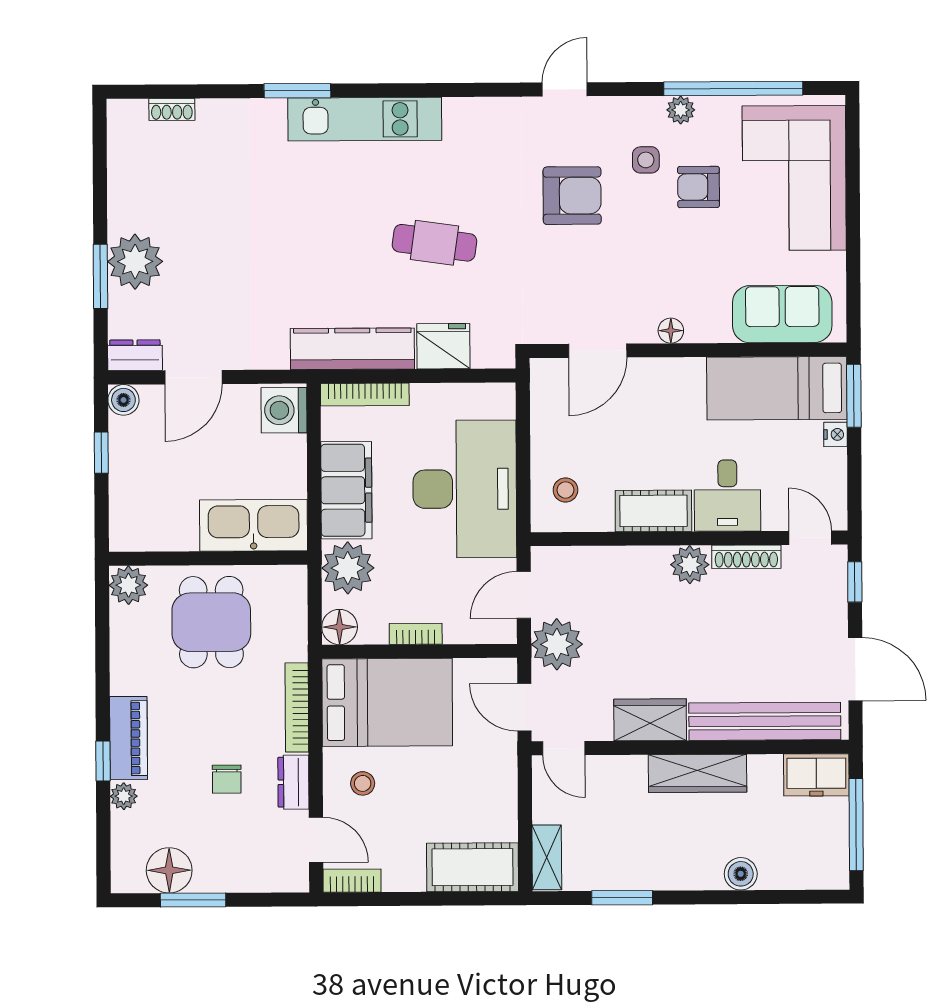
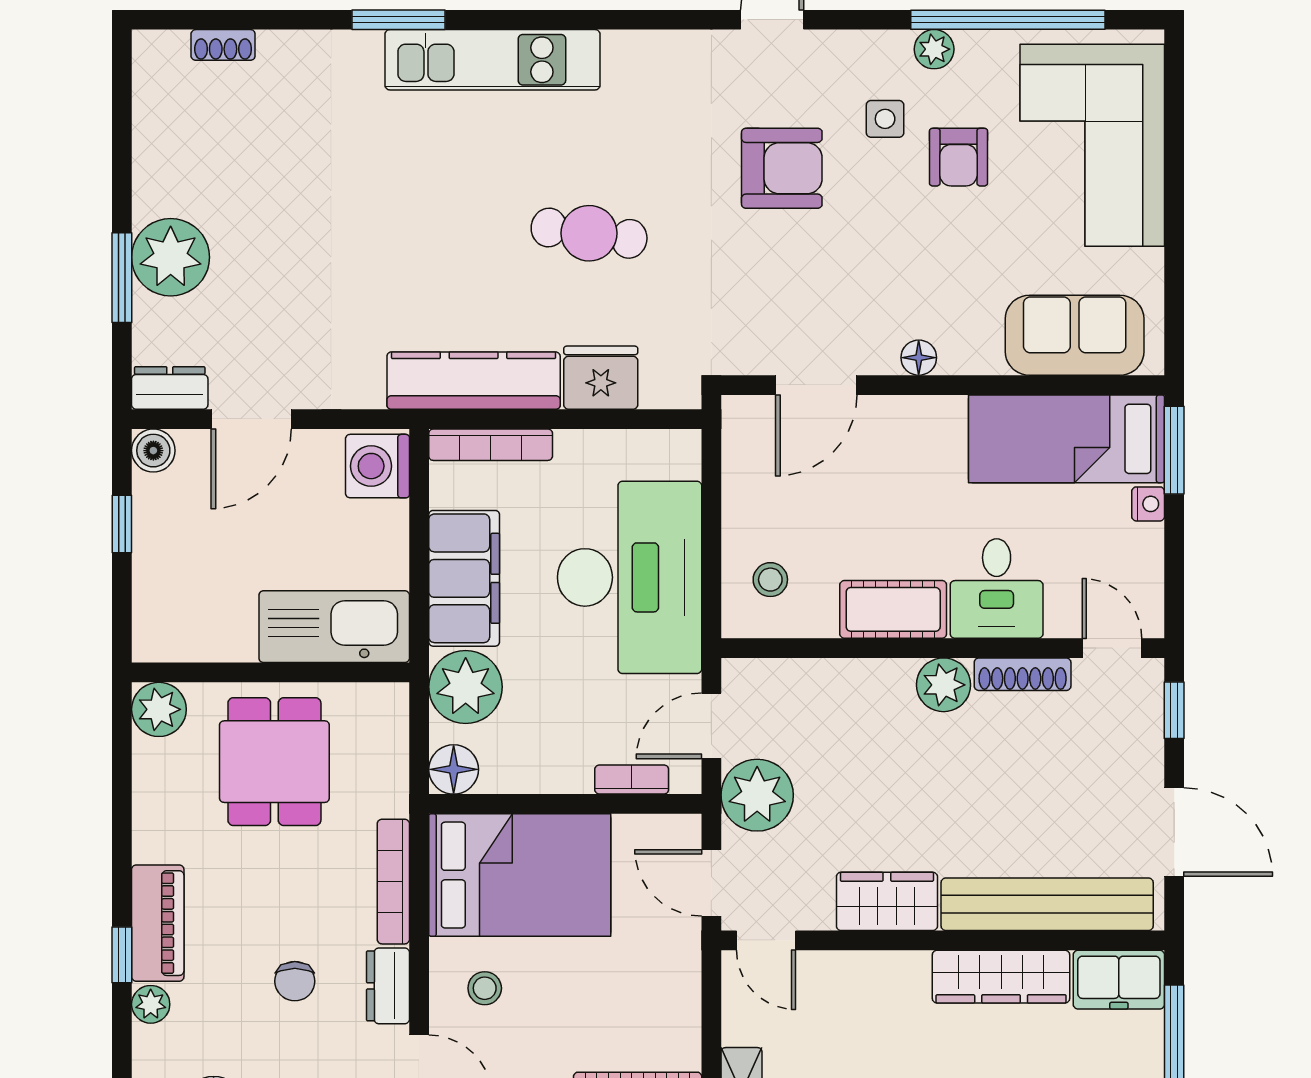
armchair: (699, 187) -> (958, 157), turned -90
bookcase: (416, 634) -> (632, 780), moved
wardrobe: (698, 773) -> (1001, 977), moved

